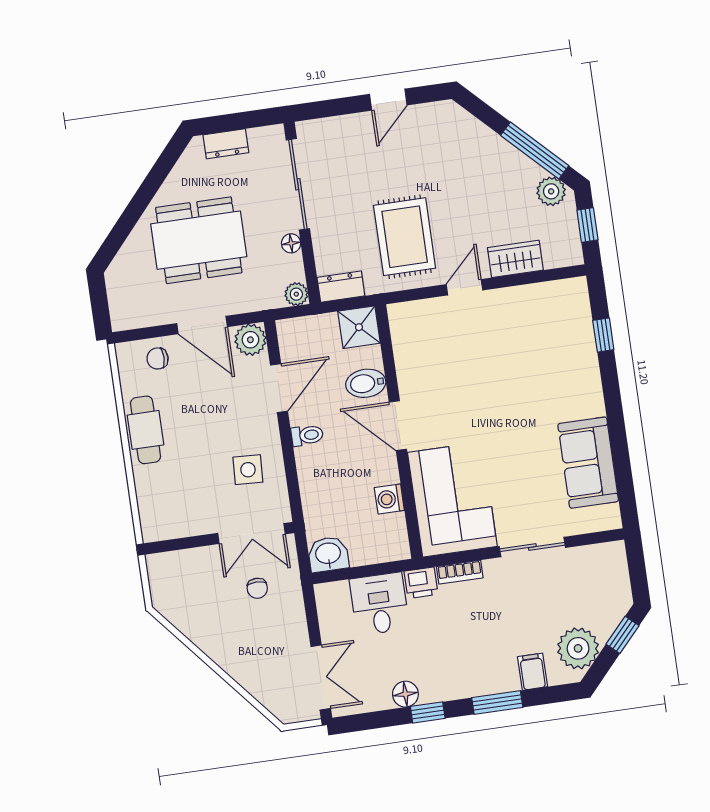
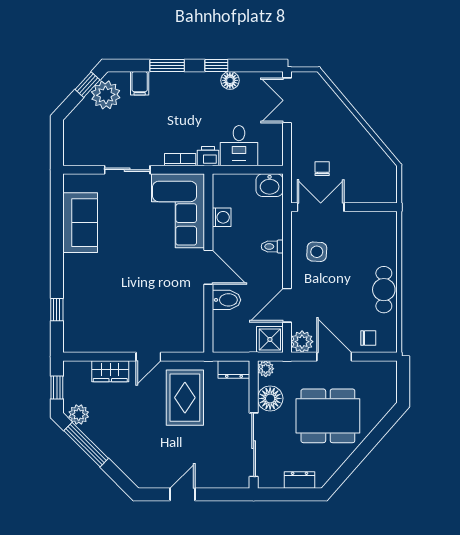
floor lamp: (291, 243) -> (270, 398), width x1.89, depth x1.89
shower: (359, 327) -> (270, 339), moved
toilet: (307, 435) -> (272, 247), moved
window: (622, 635) -> (87, 85), moved

